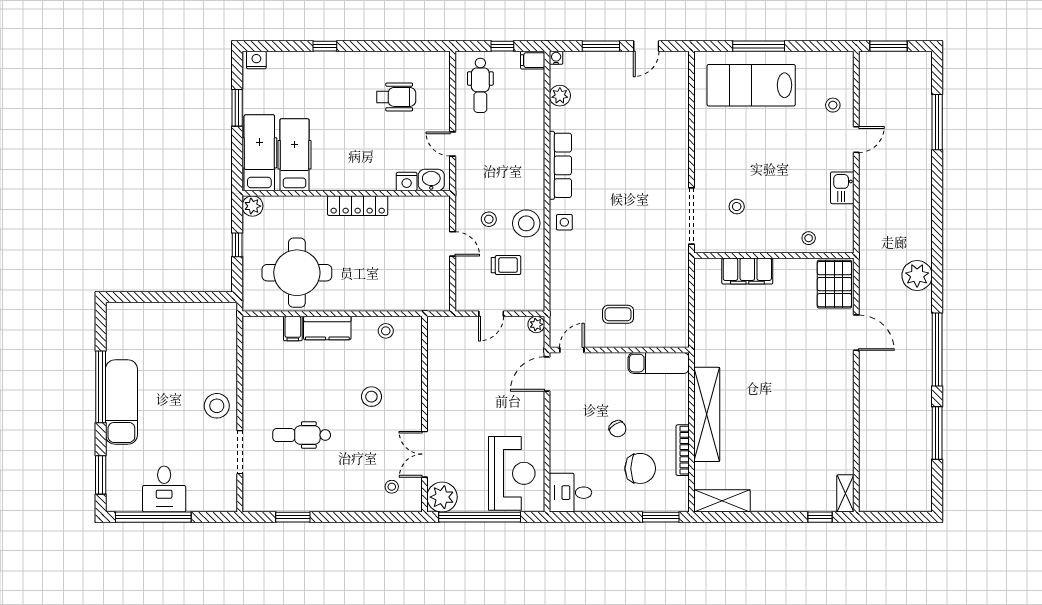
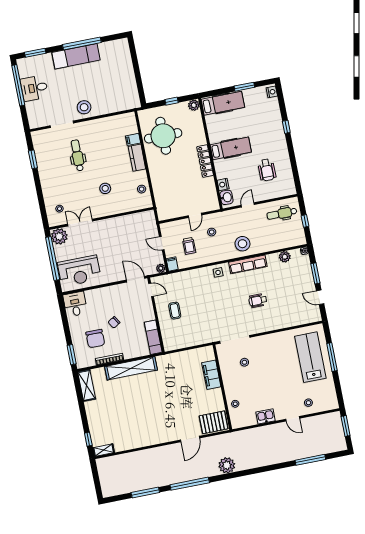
filing cabinet: (533, 60) -> (172, 264), moved
hospital bed: (294, 155) -> (231, 148), moved
wheelchair: (630, 160) -> (258, 301), added
stool: (526, 223) -> (242, 244), moved

